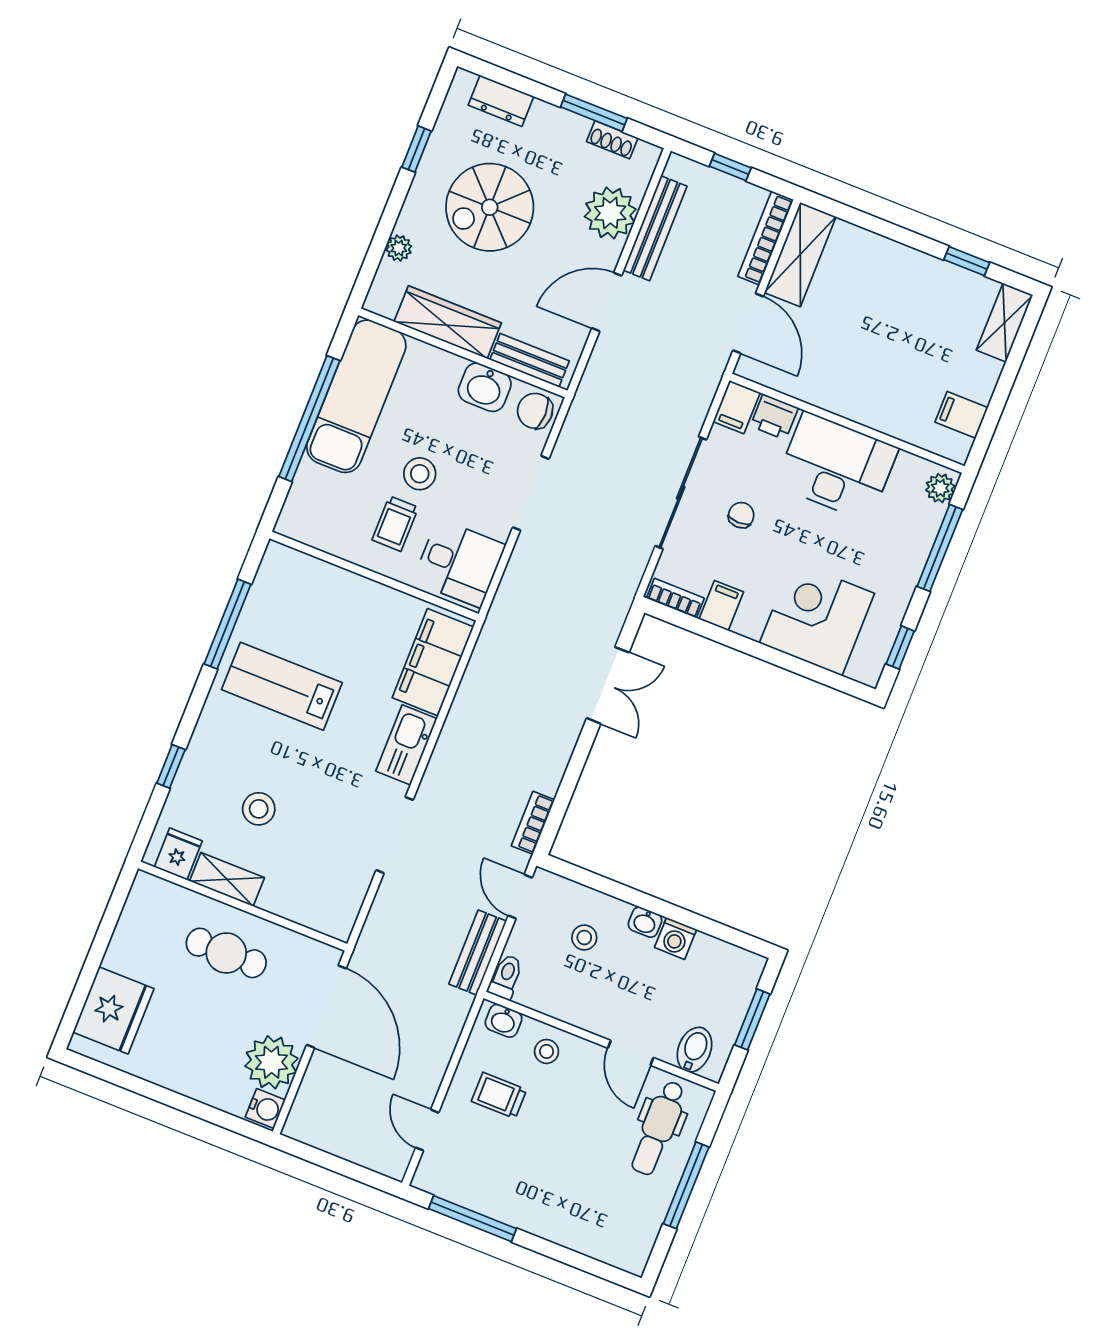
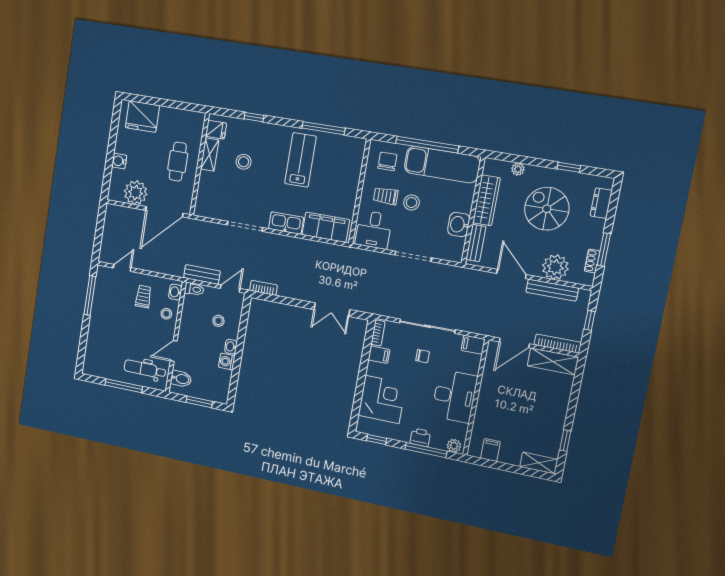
chair: (535, 411) -> (387, 161), moved
printer: (774, 417) -> (420, 437), moved, turned 90
water cooler: (265, 1109) -> (119, 161), moved, turned 90

